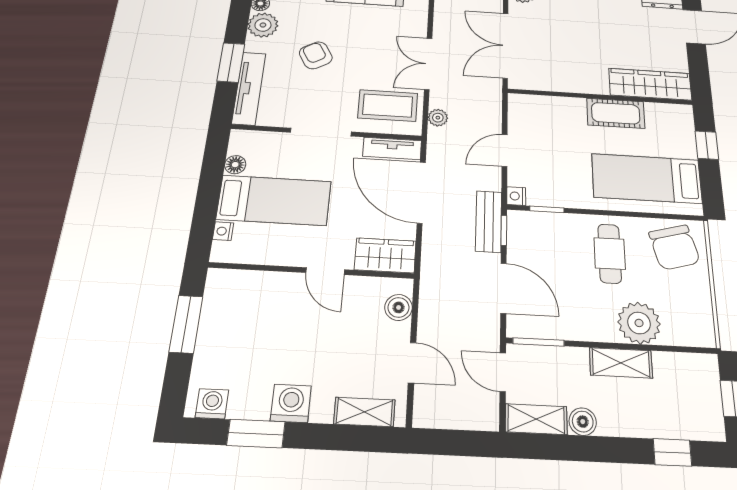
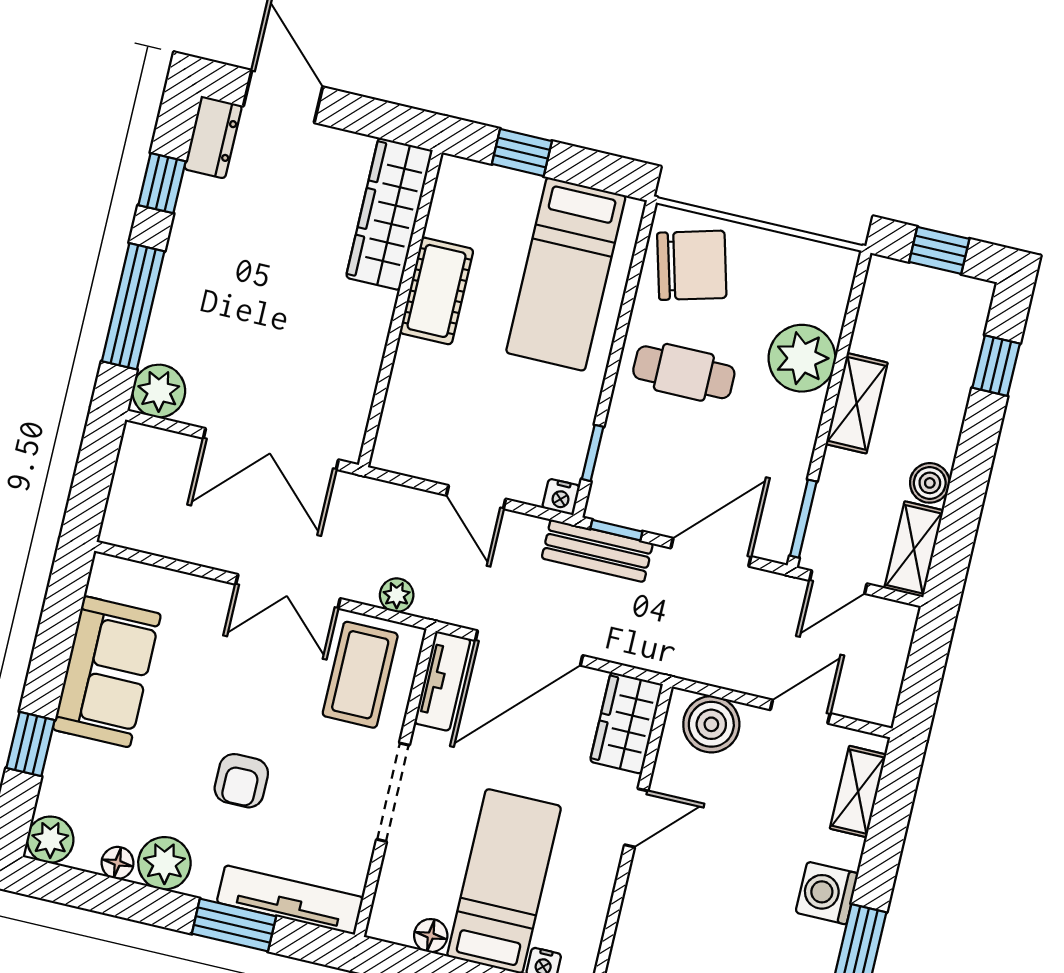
armchair: (316, 55) -> (241, 781), turned -60
boiler: (398, 307) -> (711, 724), width x1.36, depth x1.36

